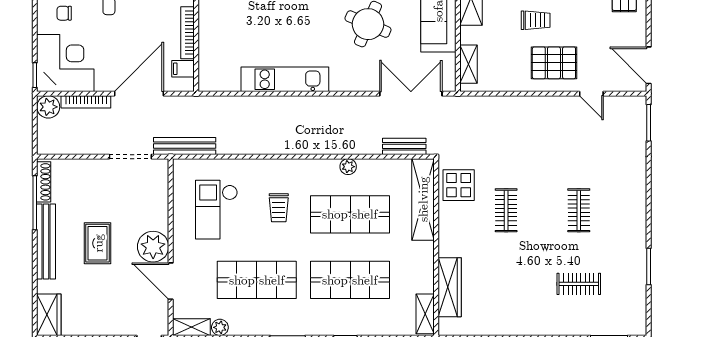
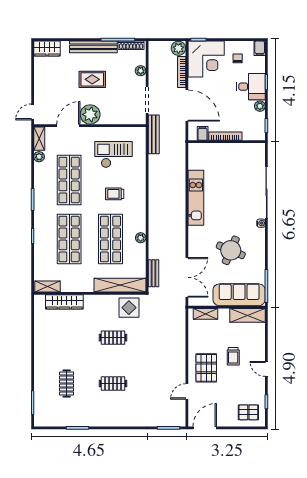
plant: (84, 167) -> (141, 71), added

